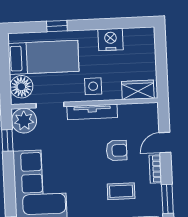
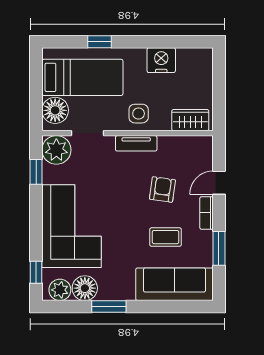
tv unit: (92, 112) -> (136, 143), width x0.71
armchair: (117, 150) -> (162, 189), turned -82

